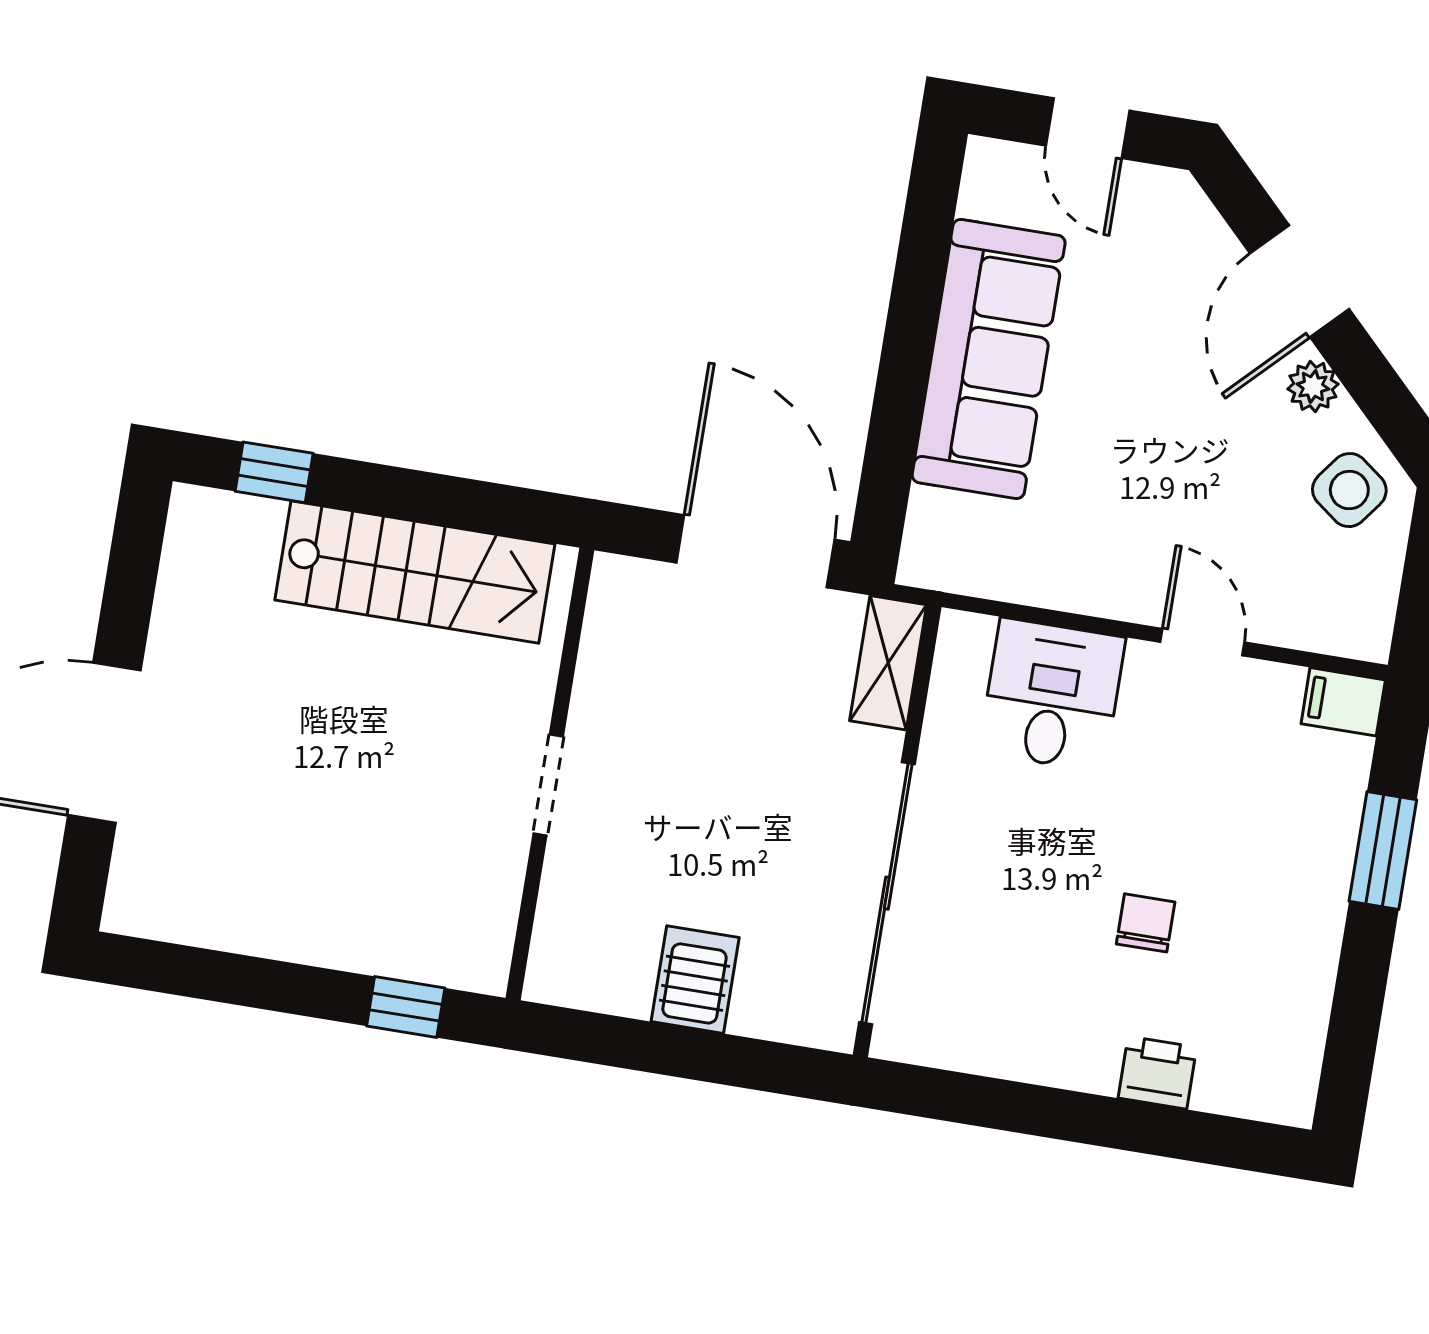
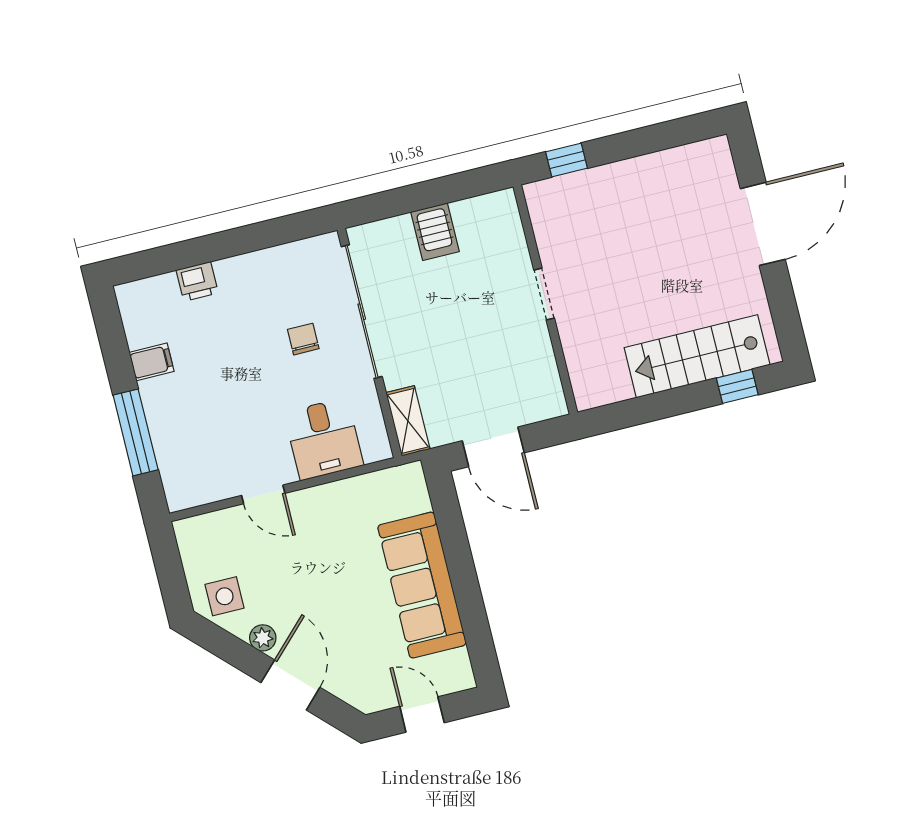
side table: (1349, 490) -> (225, 596), turned -37
door: (756, 551) -> (493, 447), width x0.73
stairs: (415, 572) -> (697, 356), moved
filing cabinet: (1343, 702) -> (152, 362), moved
window: (1383, 850) -> (136, 432), width x1.44
chair: (1146, 923) -> (303, 339), moved, turned 180

